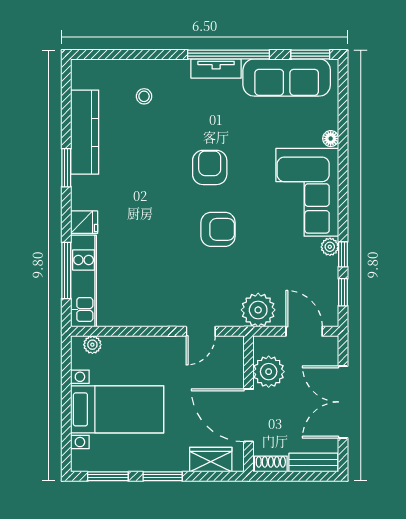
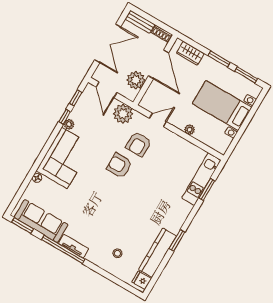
armchair: (210, 167) -> (139, 144), moved
fridge: (84, 222) -> (142, 280), moved
window: (66, 270) -> (207, 189), width x0.69
plant: (92, 345) -> (190, 130), moved

